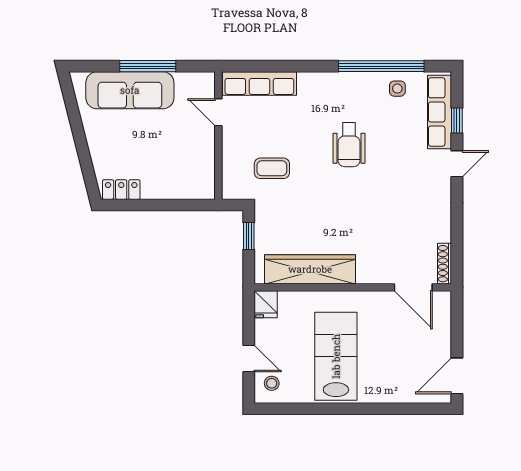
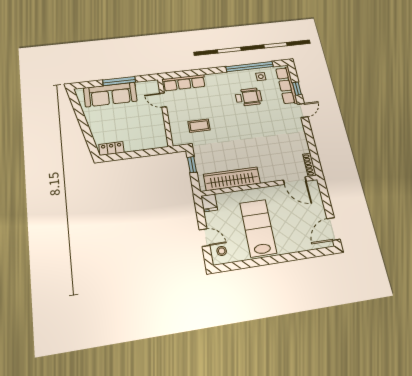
wheelchair: (349, 145) -> (249, 97), moved, turned -90

